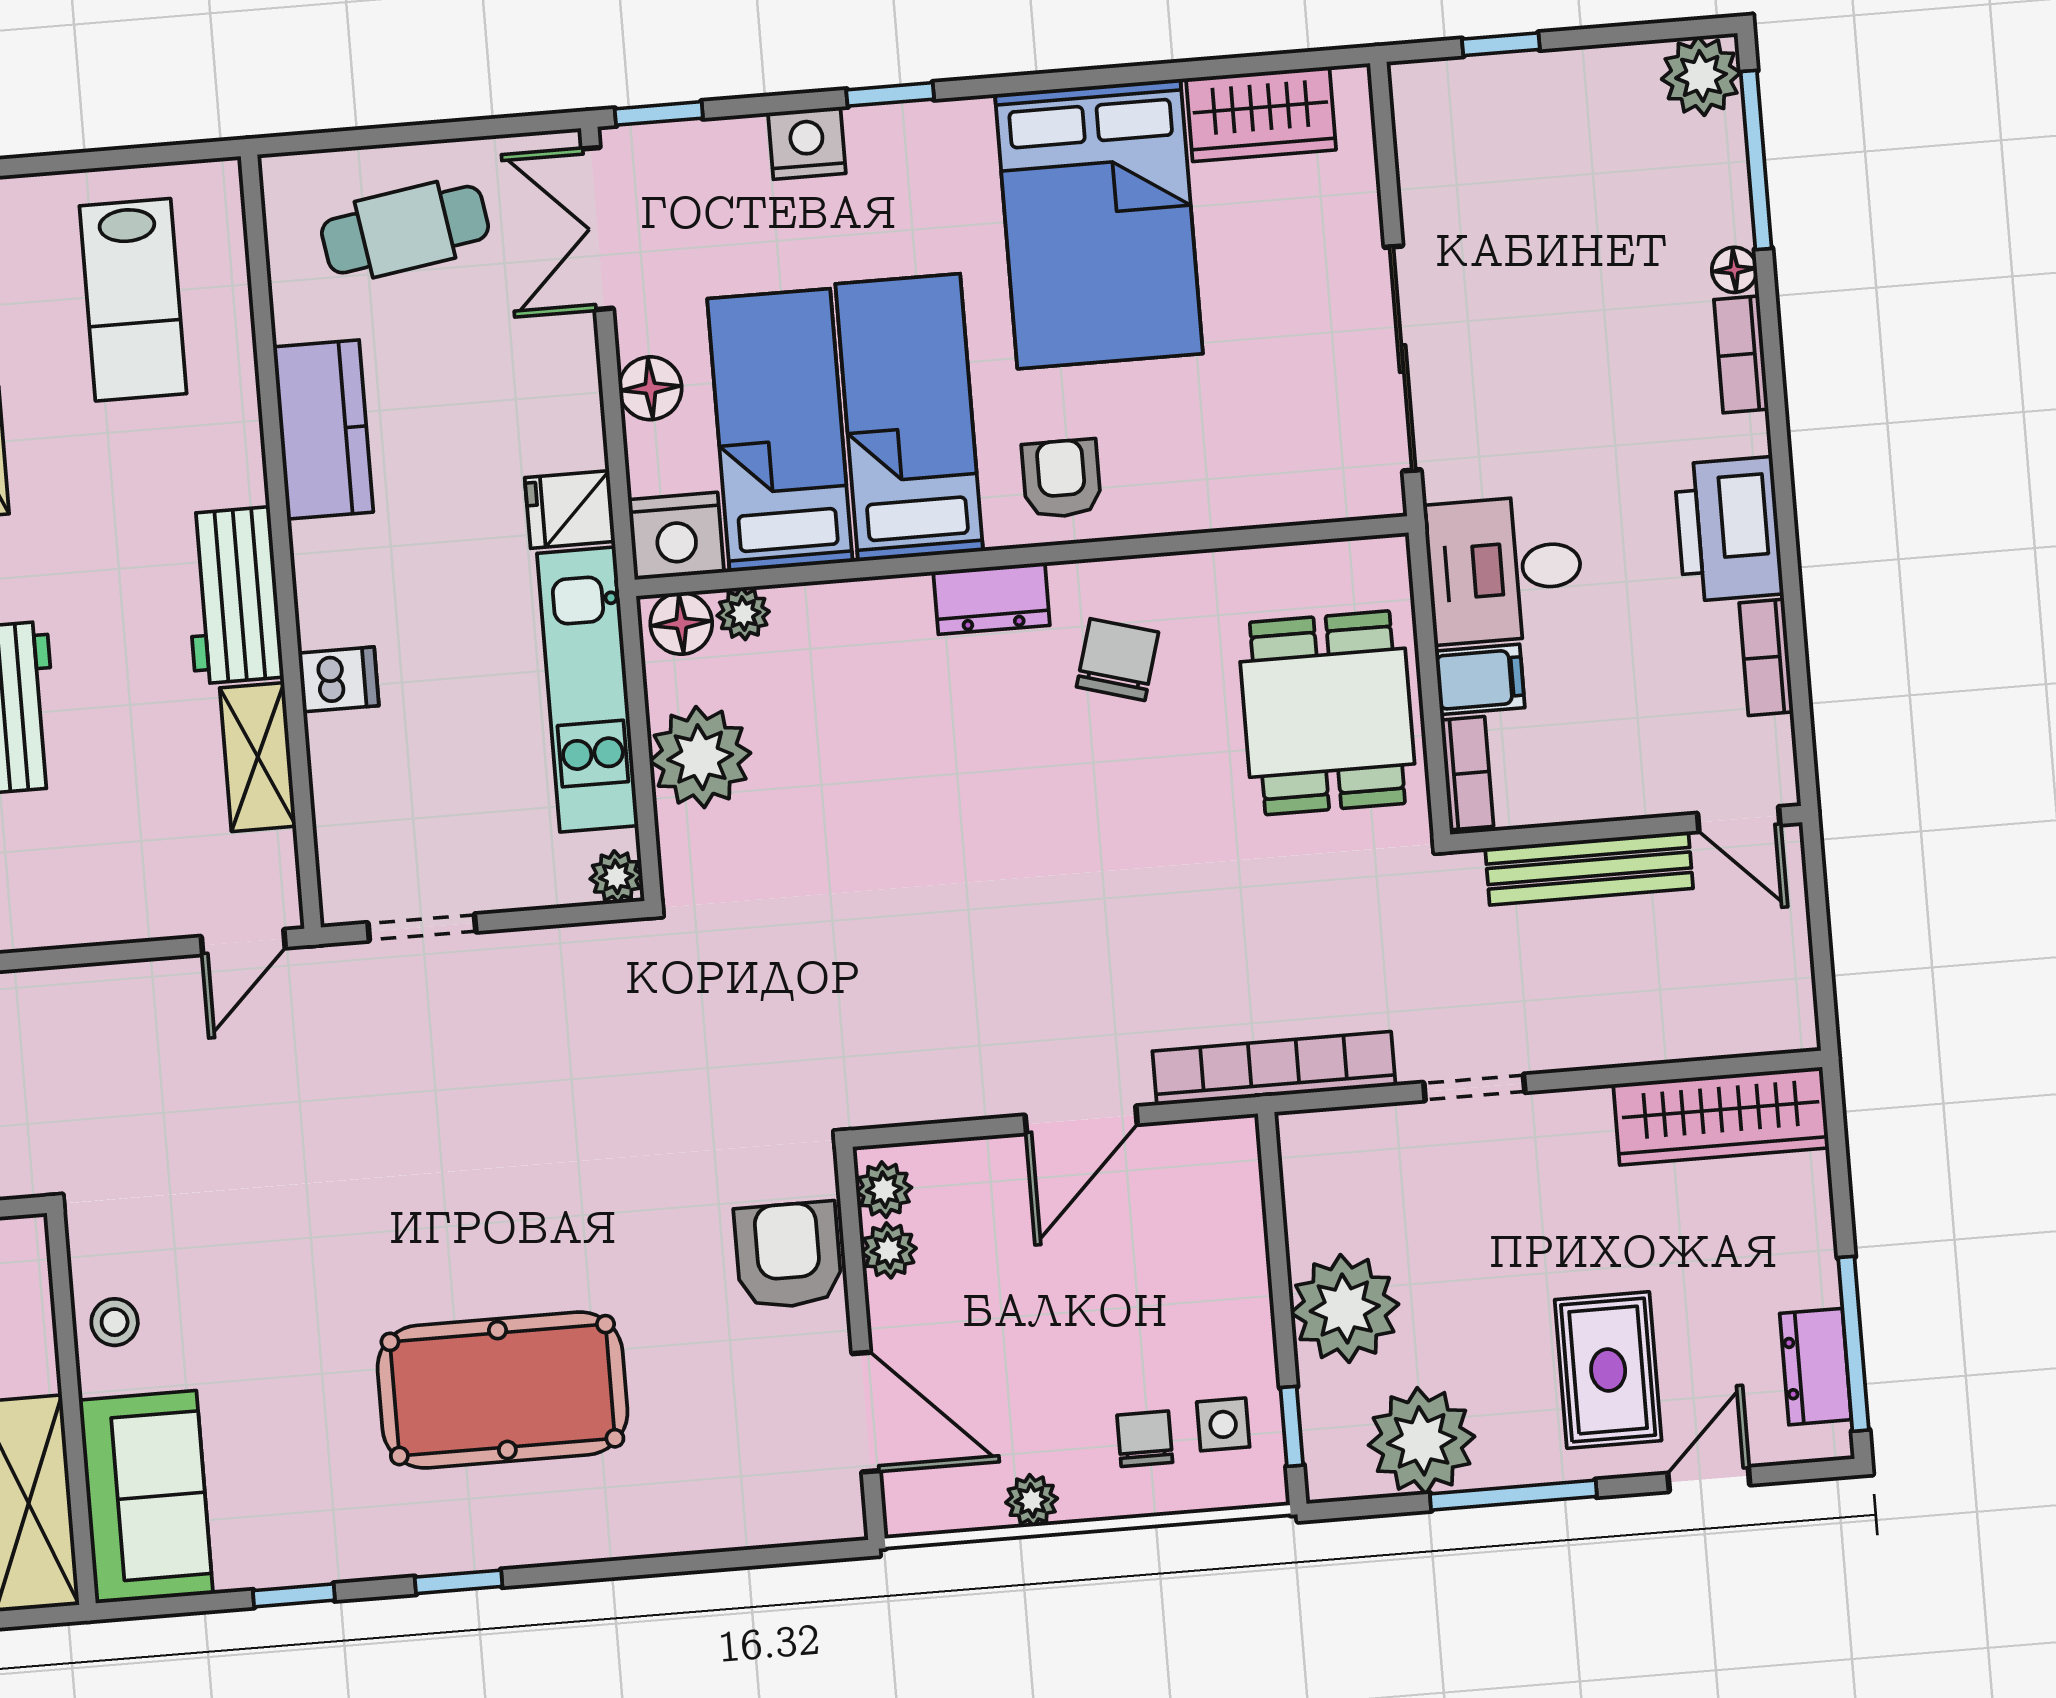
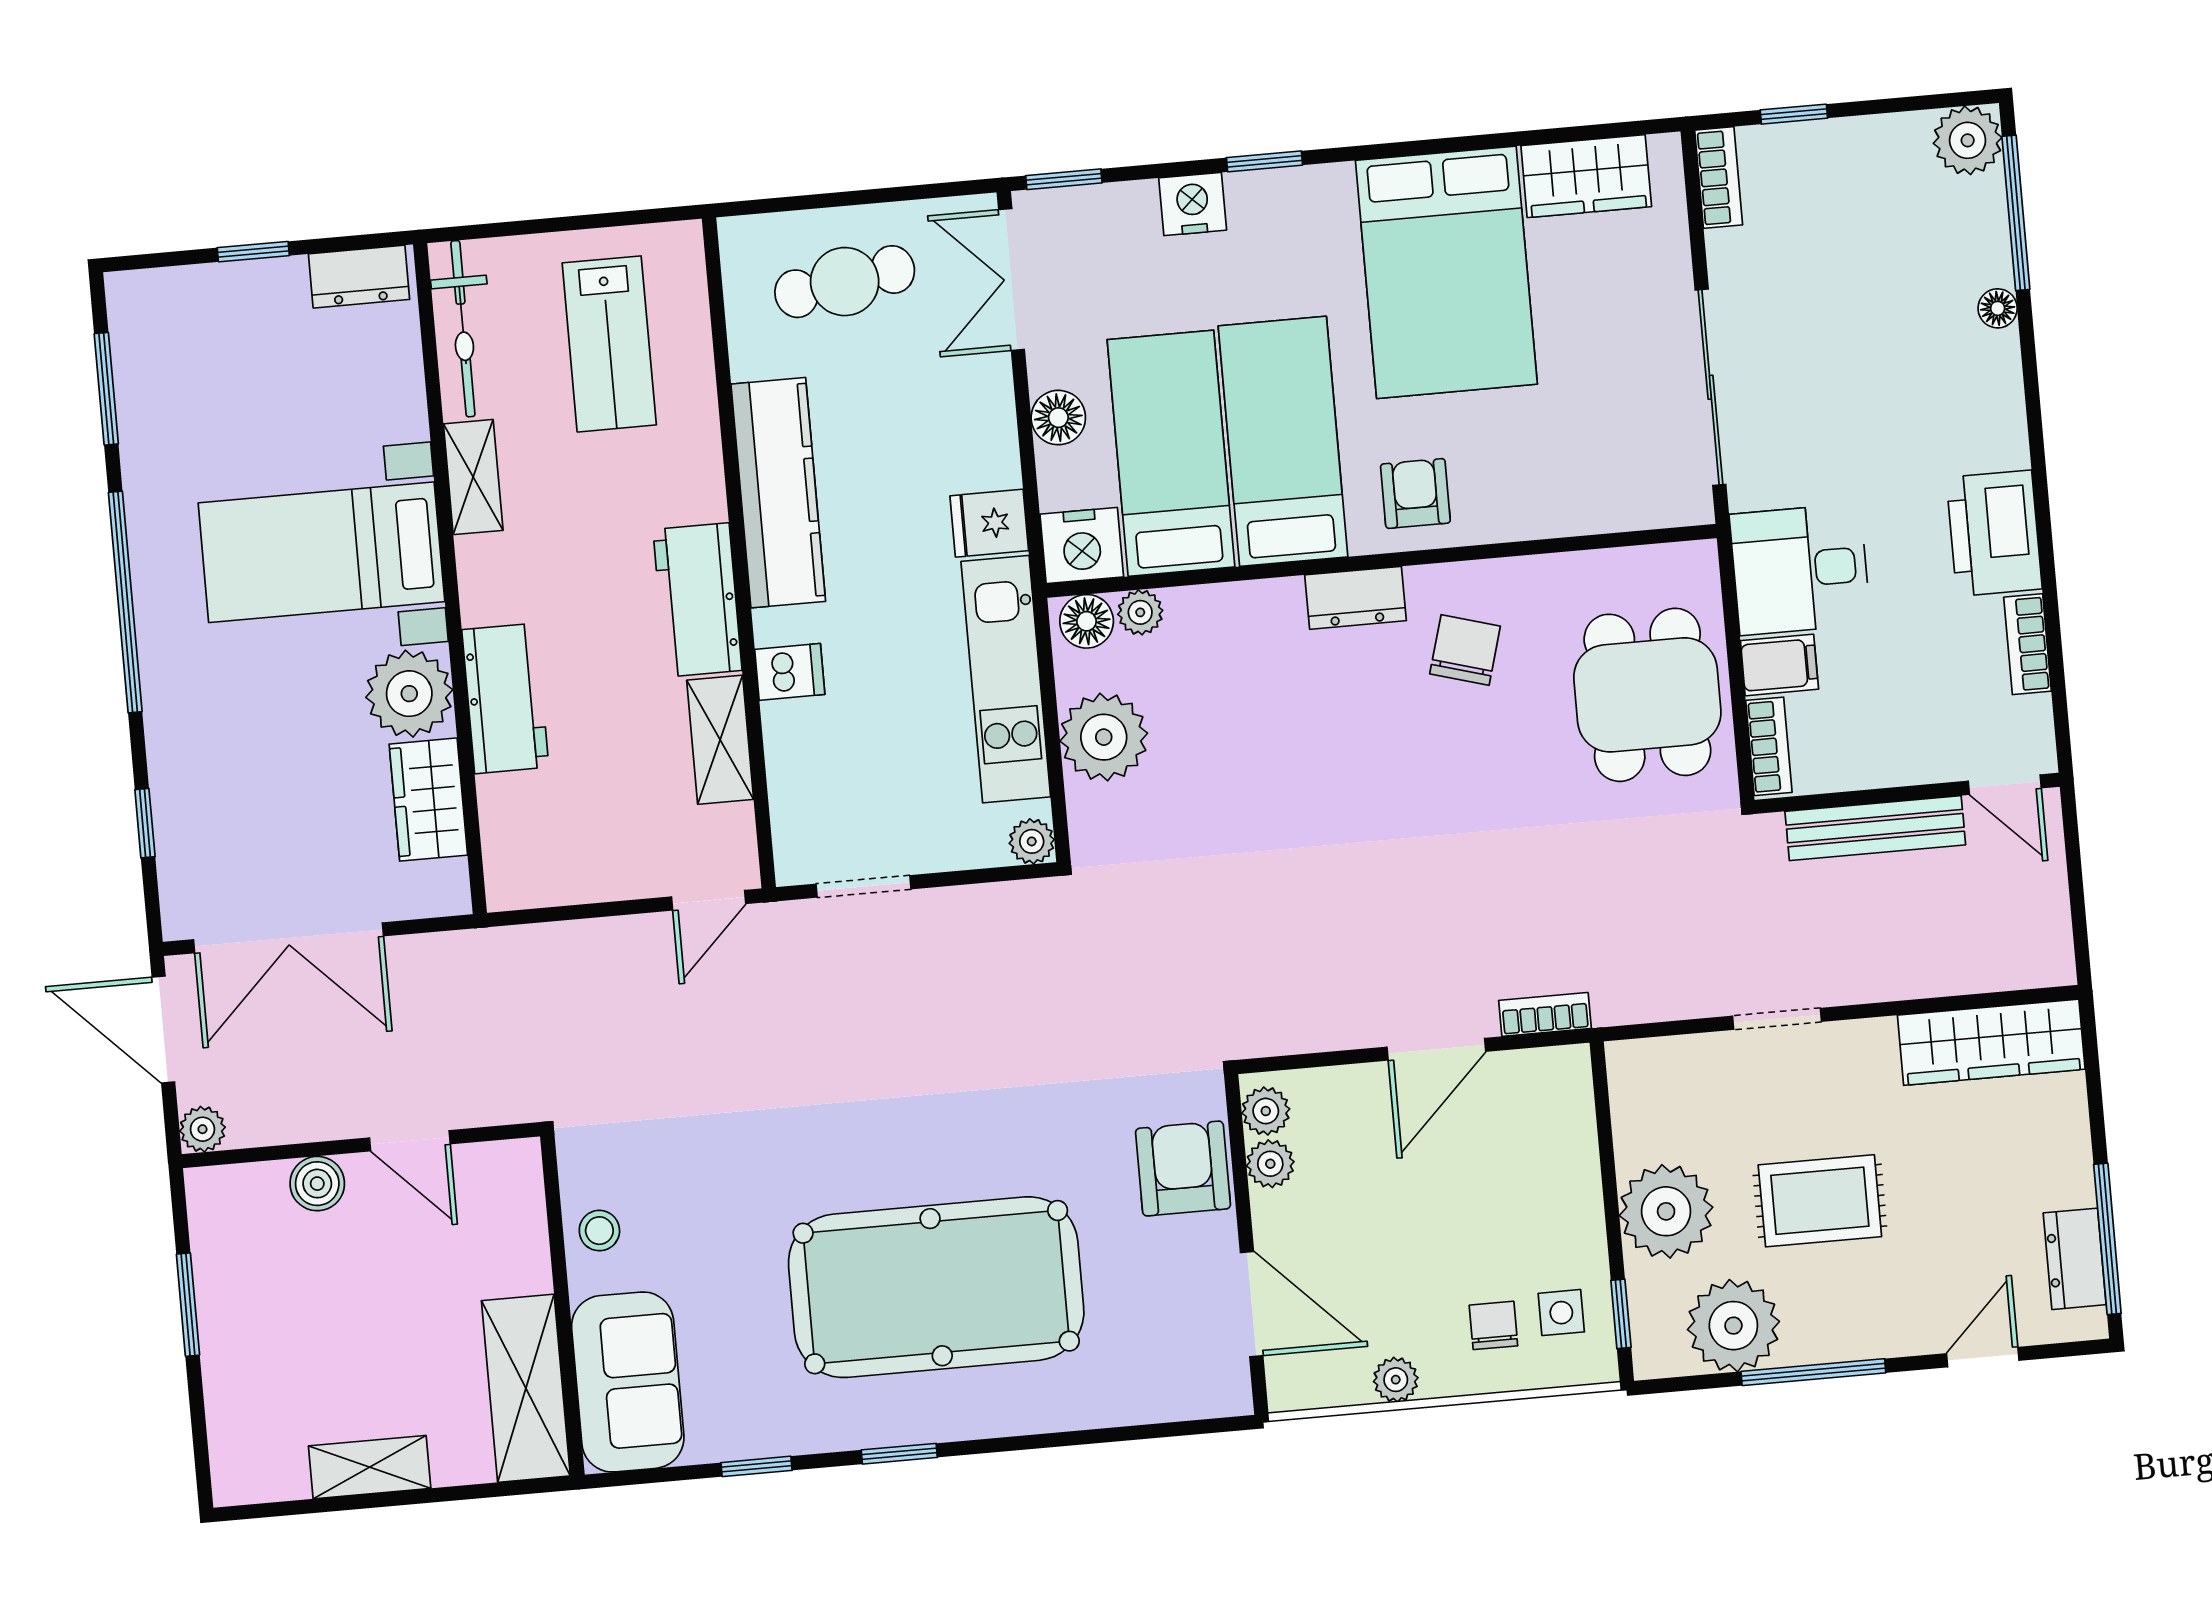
bookcase: (1741, 354) -> (1719, 177), moved, turned 180
kitchen counter: (323, 430) -> (778, 493), width x1.50
bookcase: (1274, 1068) -> (1545, 1014), width x0.43, depth x0.76
rug: (1608, 1370) -> (1820, 1201), moved, turned 90
pool table: (502, 1390) -> (936, 1287), width x1.36, depth x1.32

